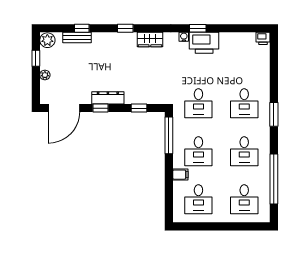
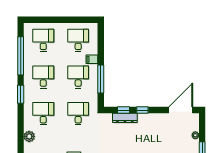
plant: (262, 73) -> (29, 136), added
dresser: (108, 98) -> (125, 118), moved
window: (100, 108) -> (142, 110), moved
window: (274, 114) -> (21, 94), moved
window: (169, 135) -> (101, 79), moved

